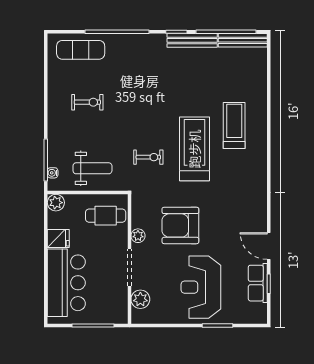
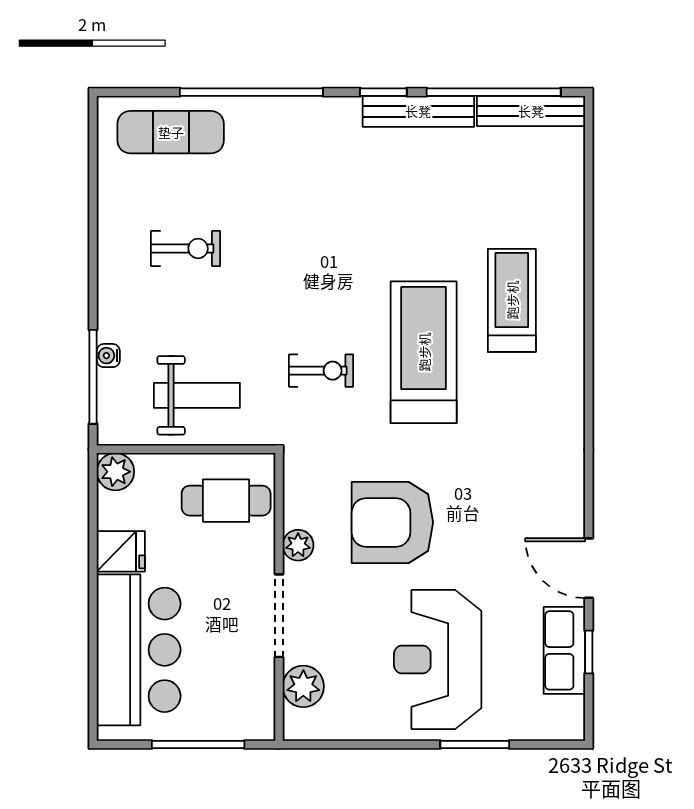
water cooler: (53, 173) -> (108, 356), moved

